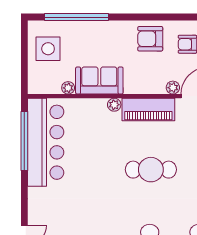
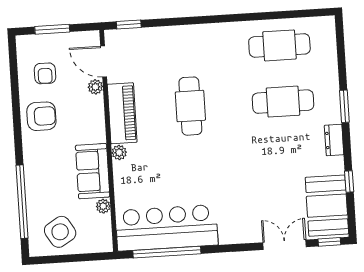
armchair: (150, 39) -> (41, 116), turned -90
side table: (48, 49) -> (60, 232), turned -31

